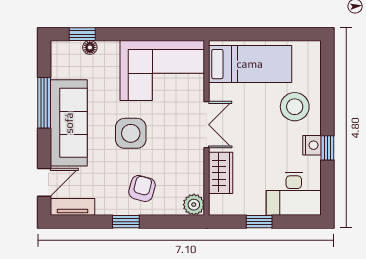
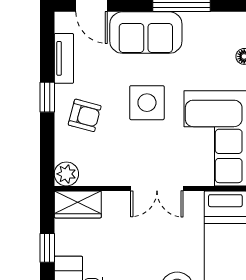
sofa: (69, 123) -> (146, 33), width x0.73
wardrobe: (221, 173) -> (78, 204), moved
tv unit: (73, 207) -> (64, 58), moved

